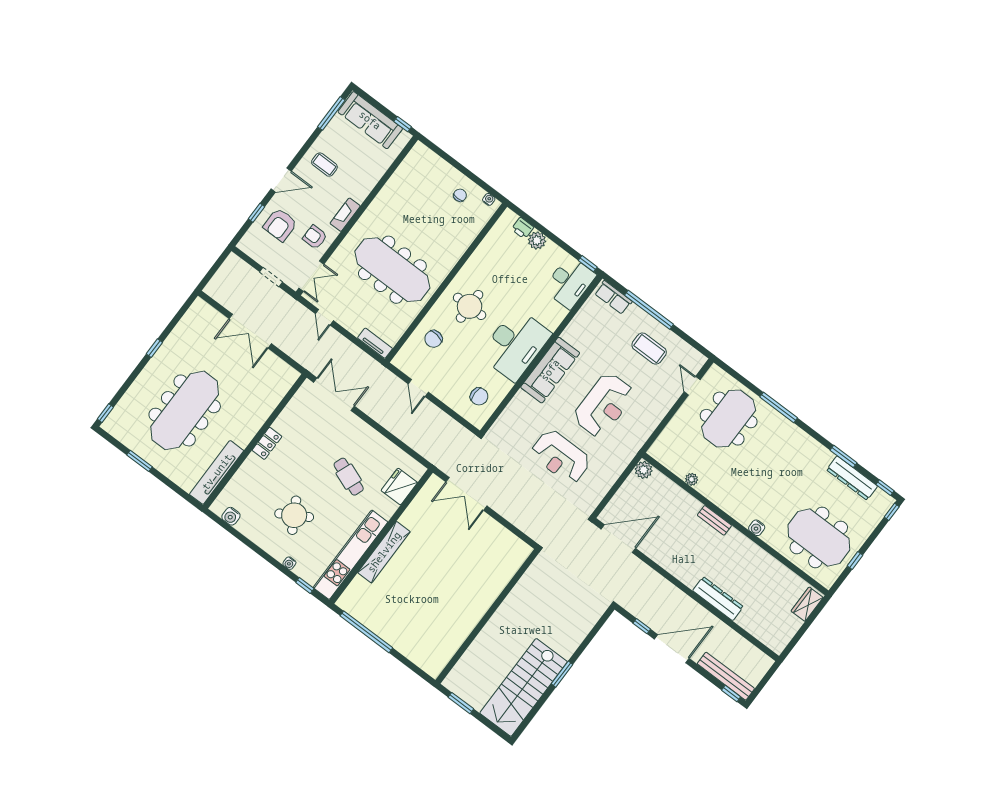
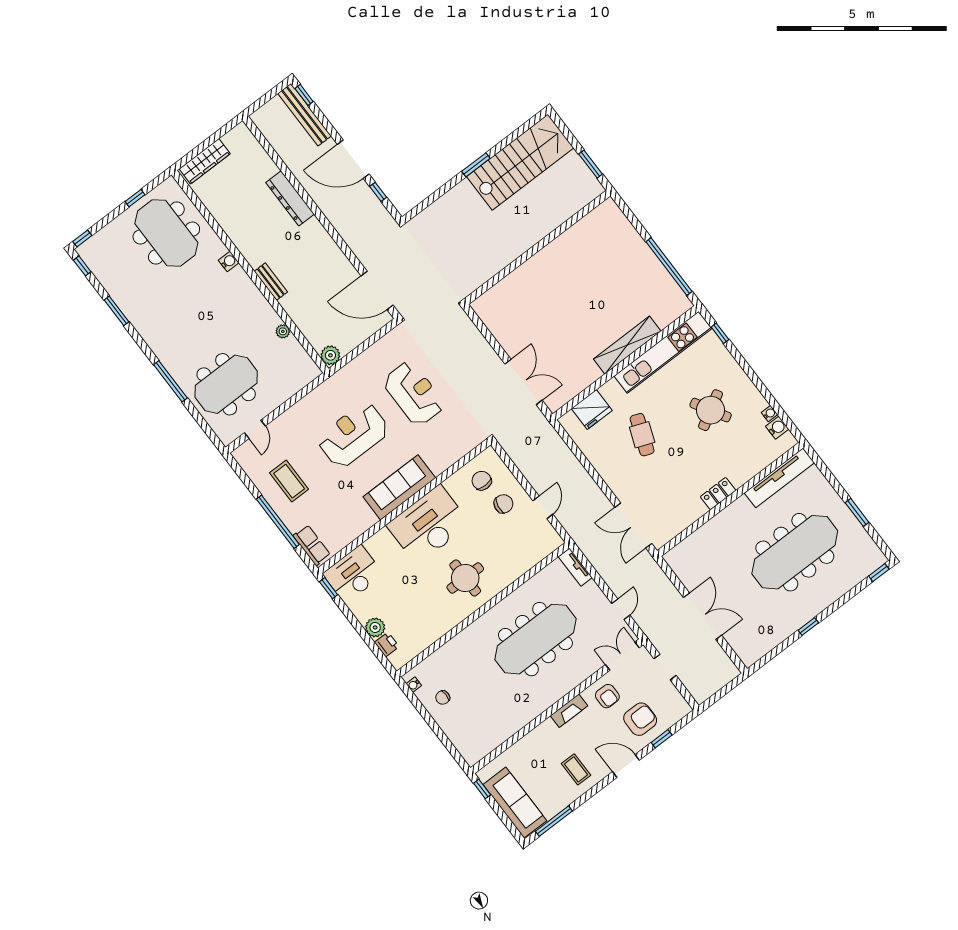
meeting table: (392, 270) -> (535, 639), turned 90
chair: (433, 339) -> (503, 504), moved
dresser: (852, 478) -> (114, 286), removed
water cooler: (289, 563) -> (770, 414), moved
wardrobe: (807, 604) -> (205, 161), width x1.50

